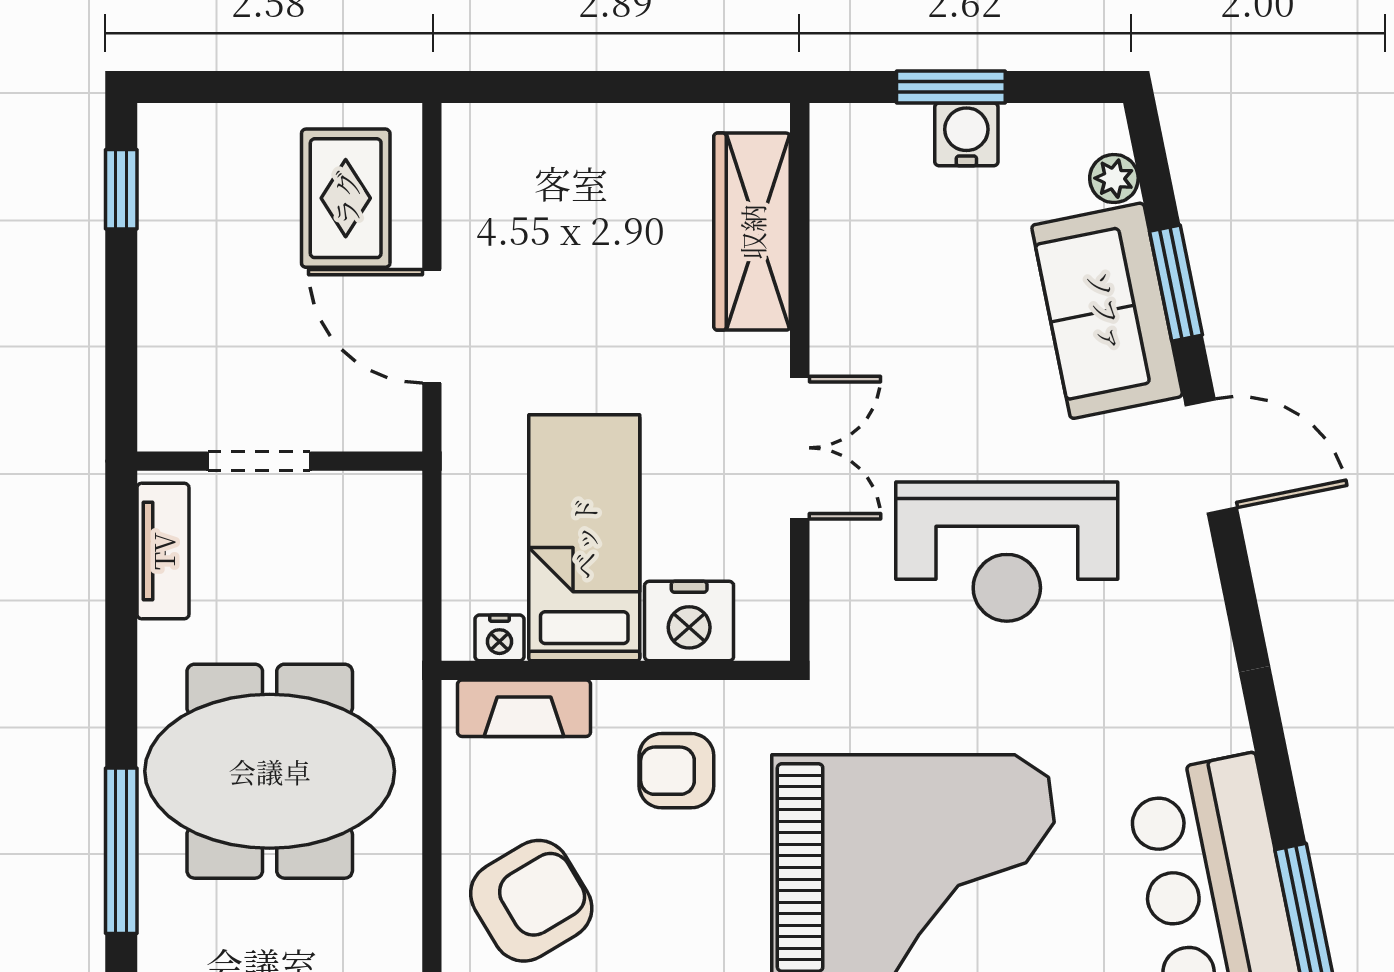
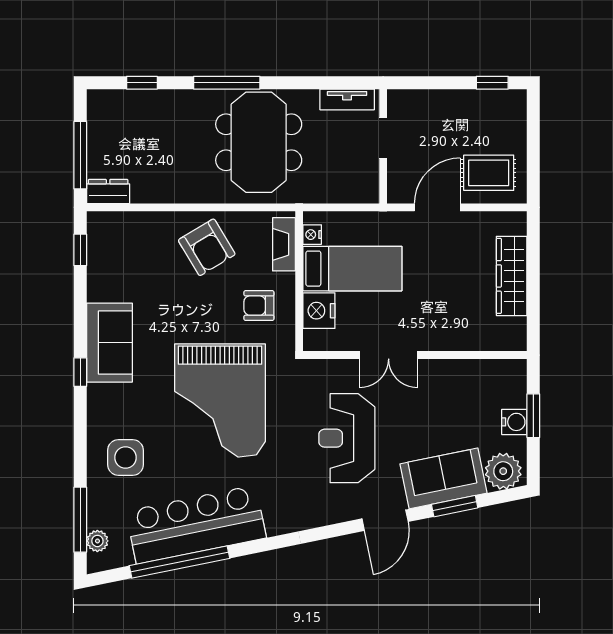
plant: (1114, 179) -> (503, 471), width x1.88, depth x1.88
wardrobe: (752, 232) -> (512, 276), moved, turned -90
armchair: (676, 771) -> (259, 306), turned -90

